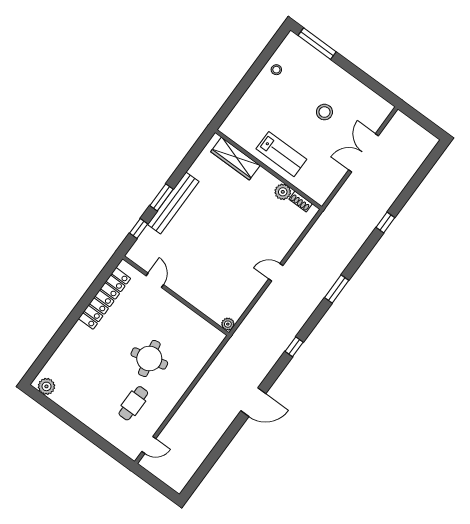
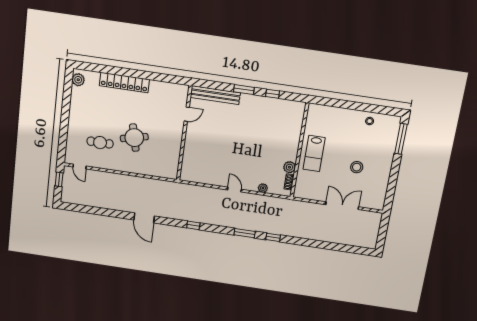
wardrobe: (235, 159) -> (296, 125), removed
bench: (173, 203) -> (215, 95), moved
window: (385, 223) -> (273, 237), moved
window: (139, 229) -> (273, 94), moved
locker: (104, 298) -> (124, 83), moved
plant: (228, 324) -> (263, 188), moved
window: (151, 480) -> (59, 179), added

